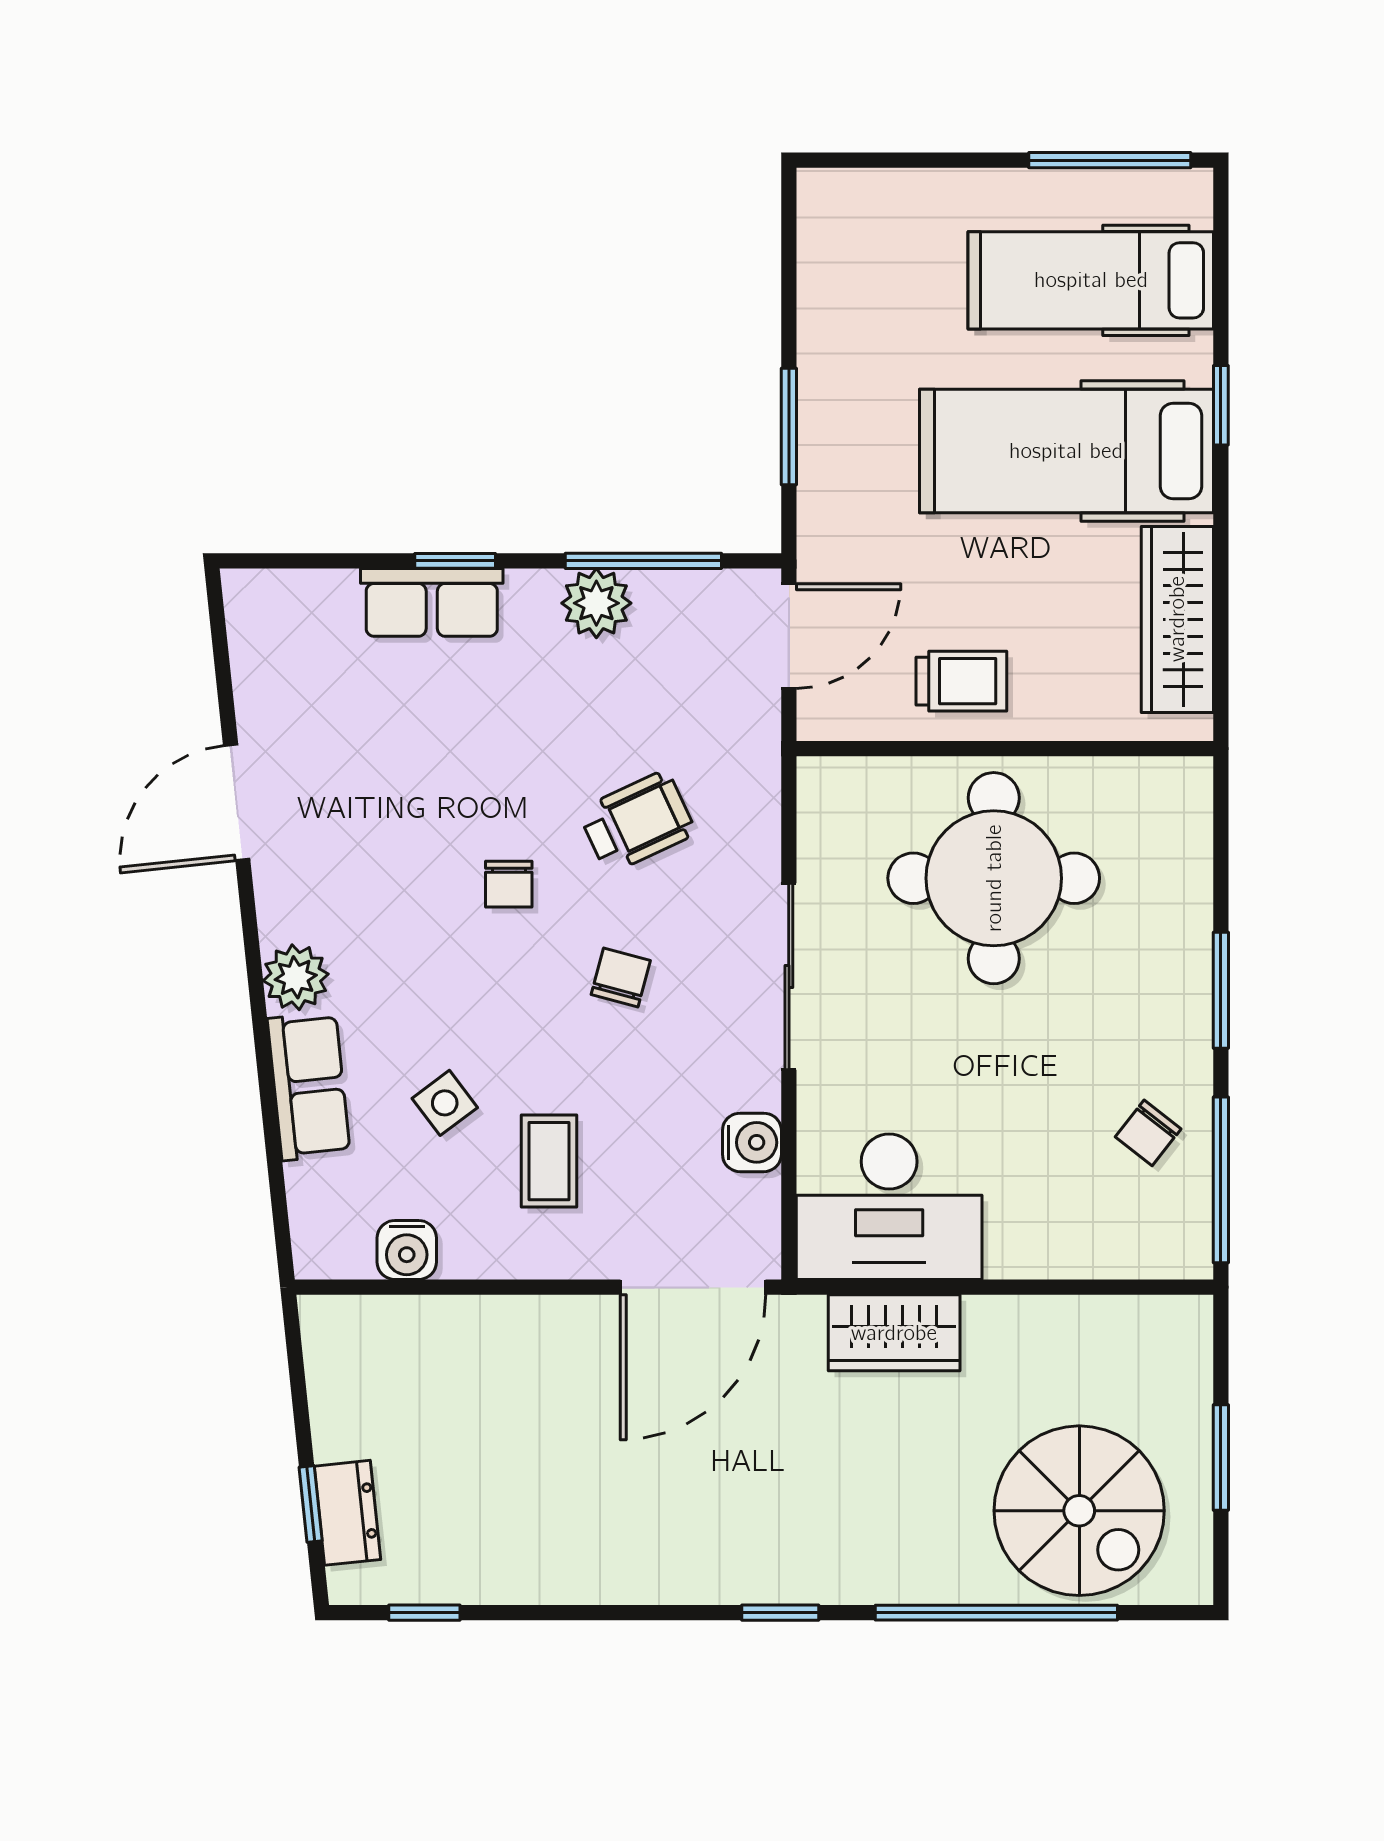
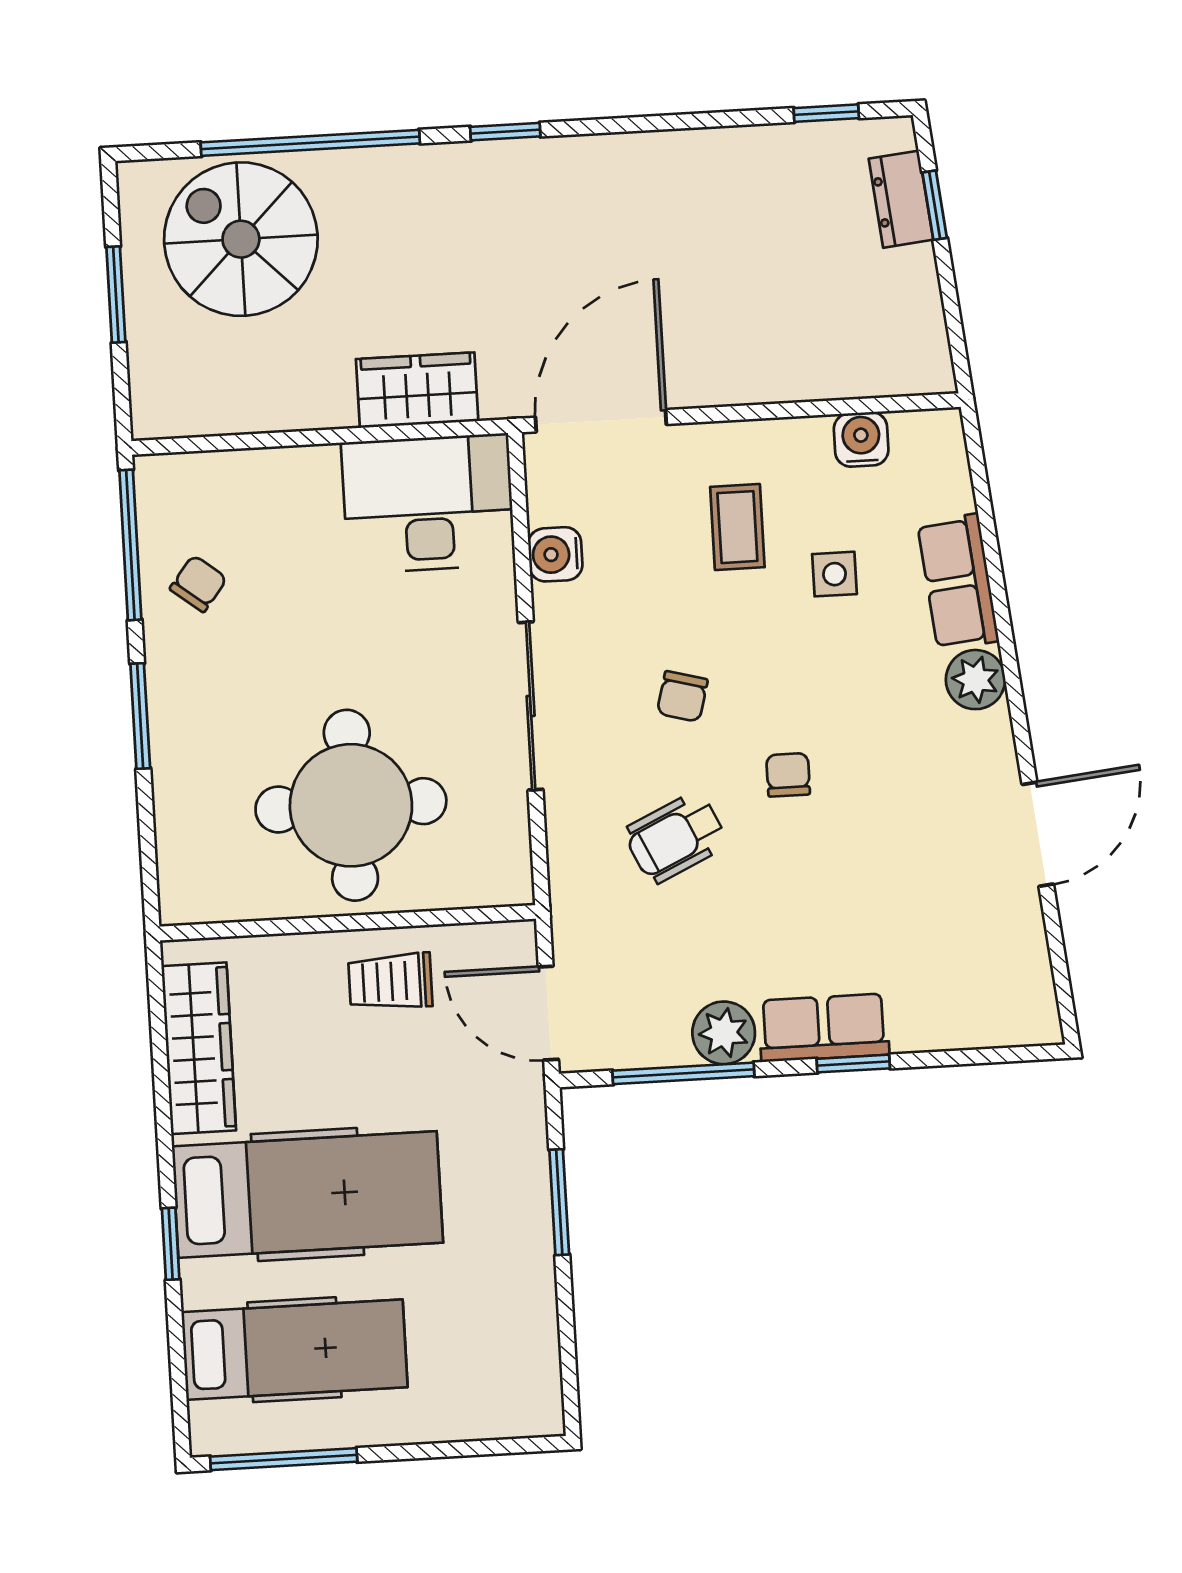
row of seats: (432, 602) -> (824, 1028), moved
door: (789, 636) -> (548, 1013), hinge flipped
side table: (445, 1103) -> (834, 574), turned 37

